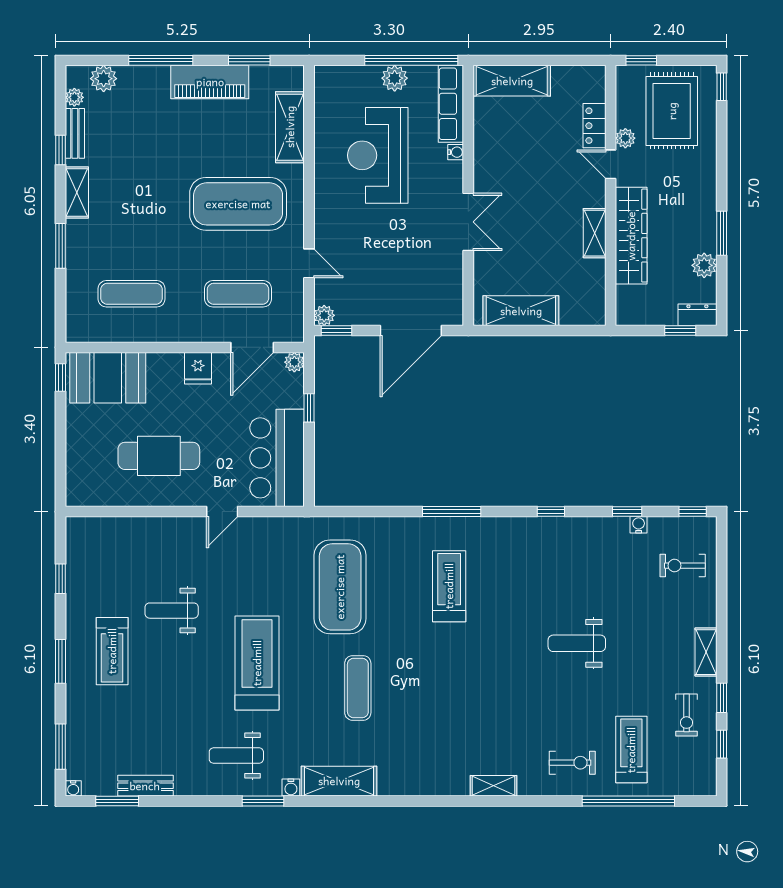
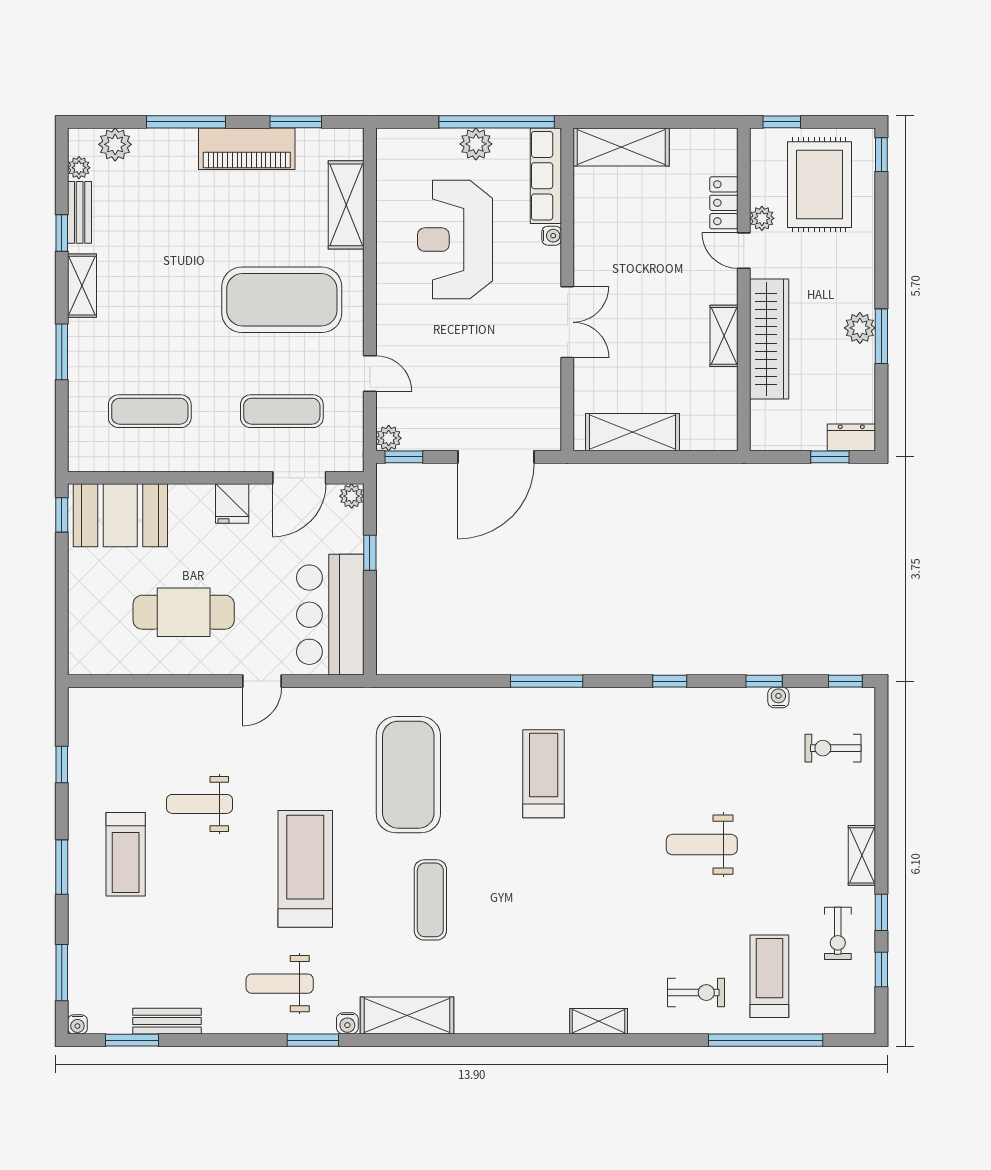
plant: (704, 265) -> (860, 328), moved

